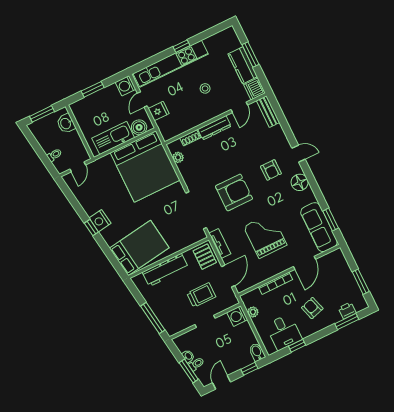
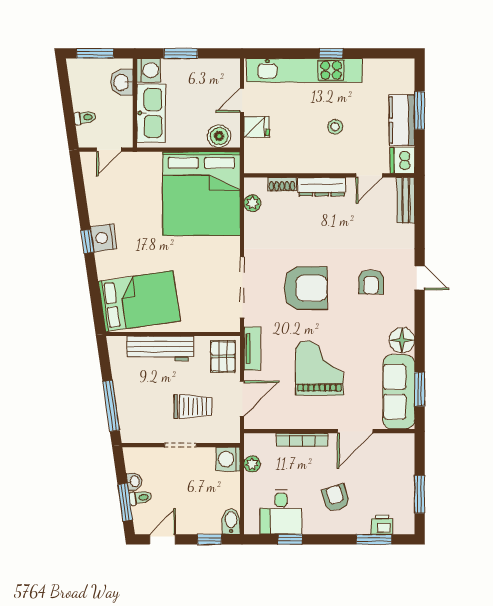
washing machine: (125, 86) -> (149, 70), moved, turned 180
kitchen sink: (113, 138) -> (151, 113), moved, turned 90
floor lamp: (300, 182) -> (402, 340), moved

